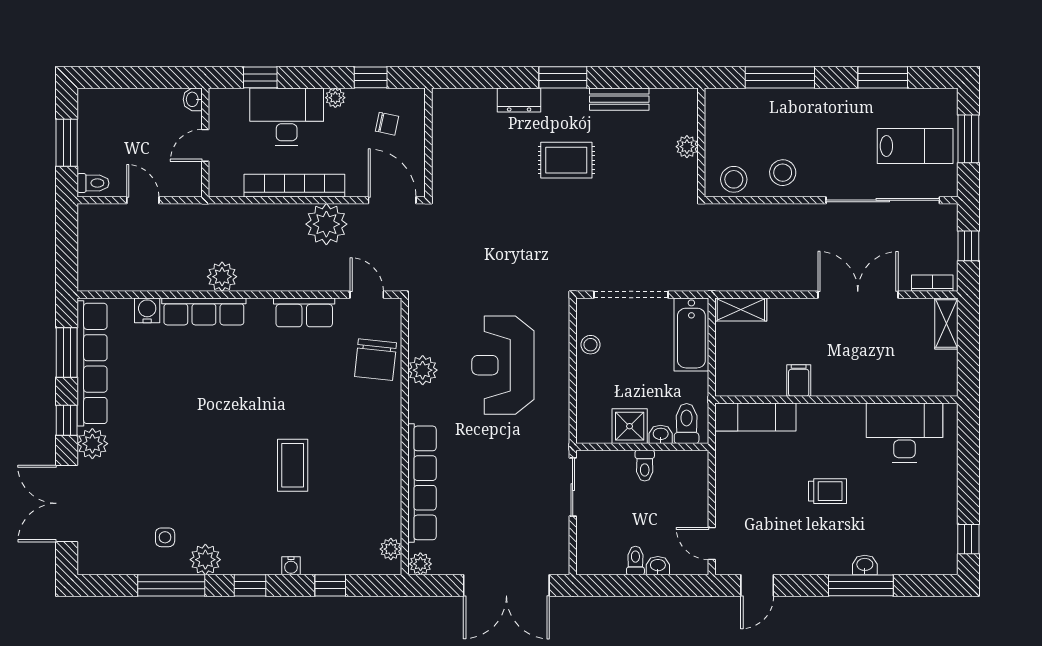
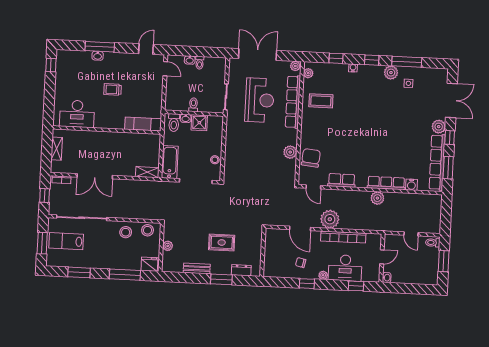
fridge: (726, 103) -> (149, 264), added
wall: (428, 142) -> (263, 252), moved
shelving: (946, 324) -> (57, 149), moved
reception desk: (503, 365) -> (260, 100), moved
filing cabinet: (799, 381) -> (123, 139), removed
coffee table: (293, 465) -> (321, 101), moved, turned 90

